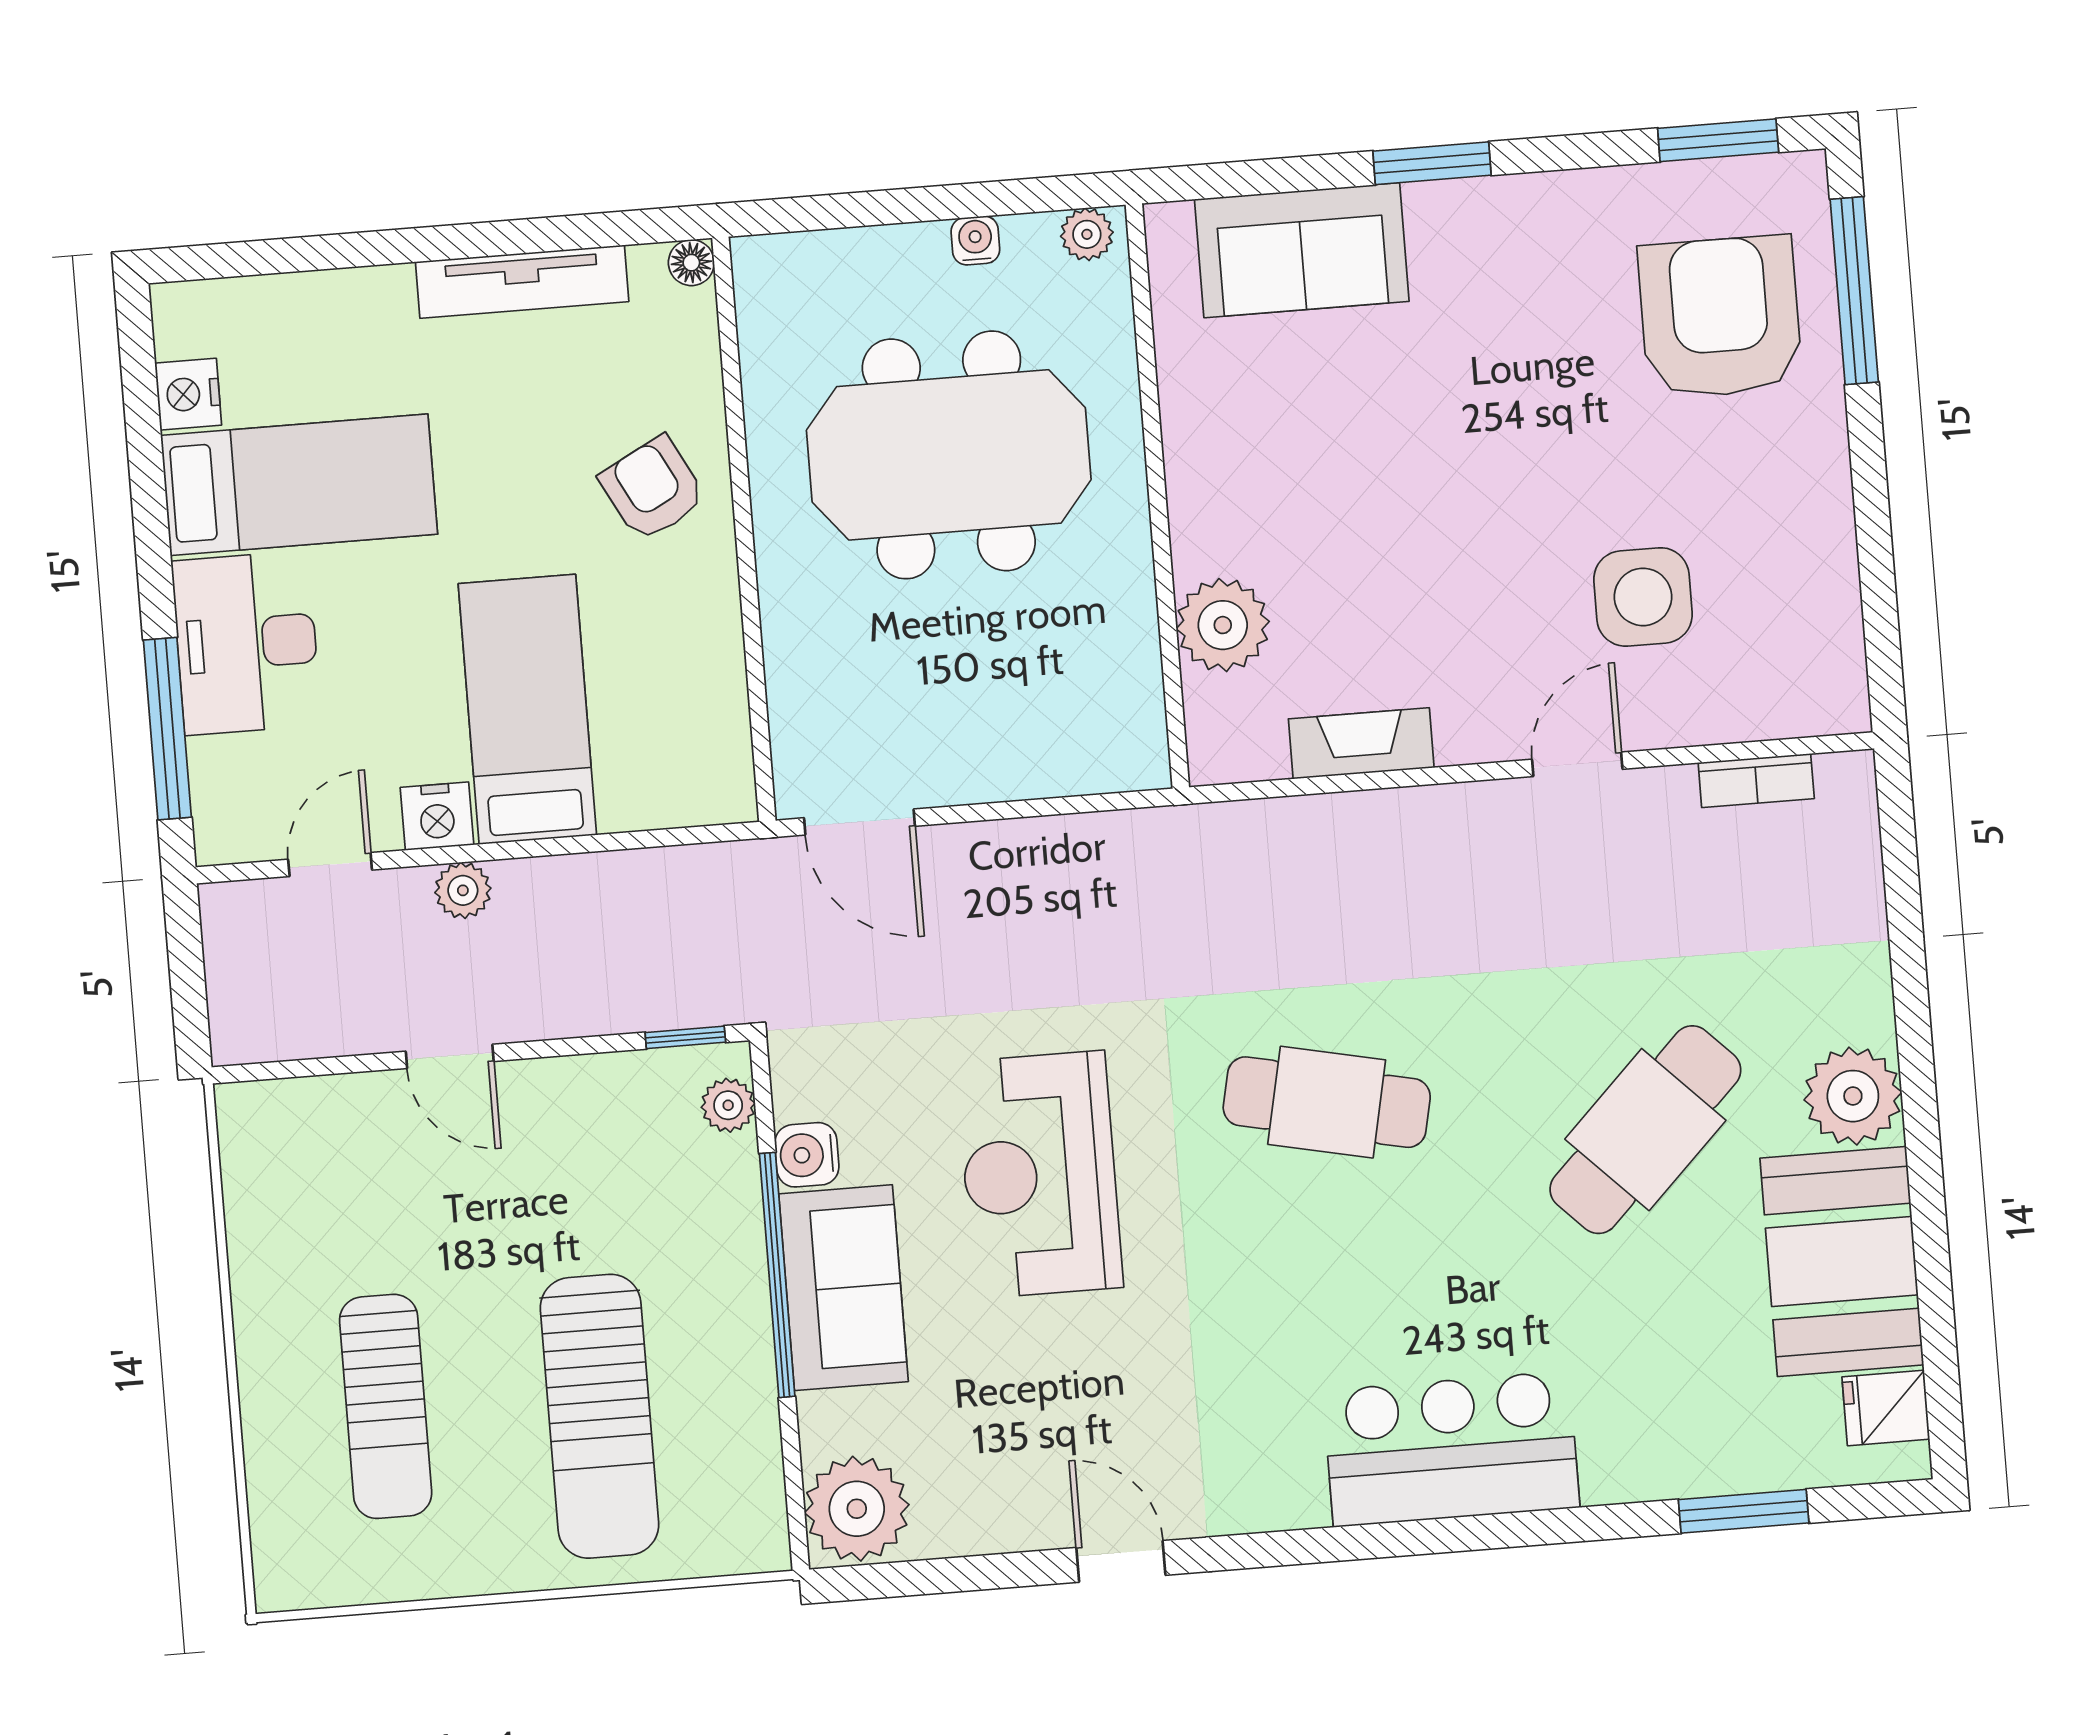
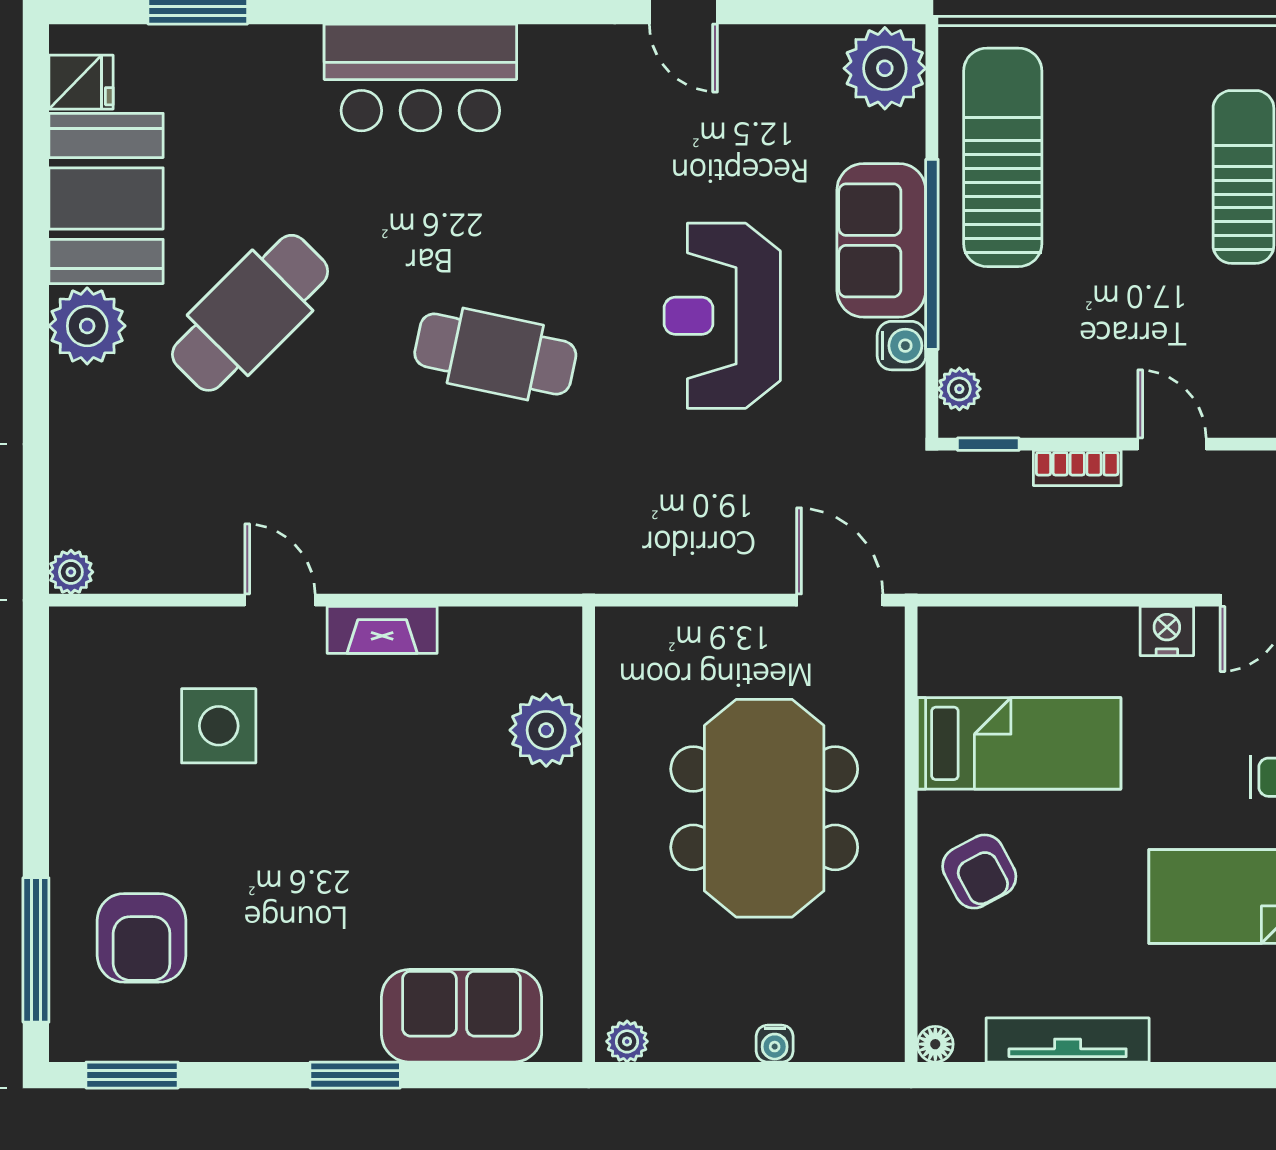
water cooler: (975, 240) -> (775, 1044), moved
armchair: (1720, 317) -> (142, 938), width x0.73, depth x0.73
meeting table: (949, 455) -> (764, 808), moved, turned 90
bed: (527, 709) -> (1019, 743), moved, turned -90
fireplace: (1361, 743) -> (382, 630), moved
door: (1577, 764) -> (280, 600), swing flipped
bookcase: (1756, 781) -> (1077, 468), moved, turned 180
plant: (463, 890) -> (71, 572), moved
reception desk: (1040, 1175) -> (722, 316), turned 180
sun lounger: (599, 1416) -> (1003, 157), moved

